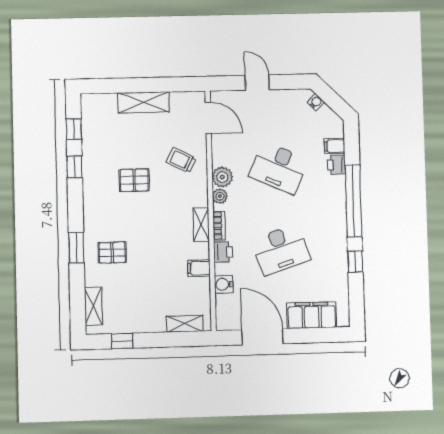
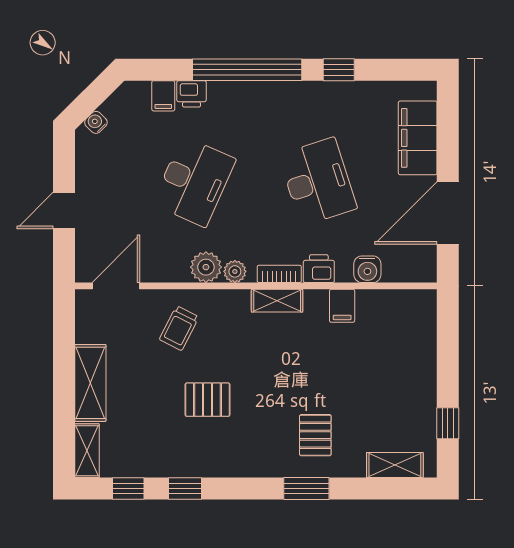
pallet: (134, 180) -> (207, 400), turned 90
shelving: (185, 324) -> (87, 451), moved

